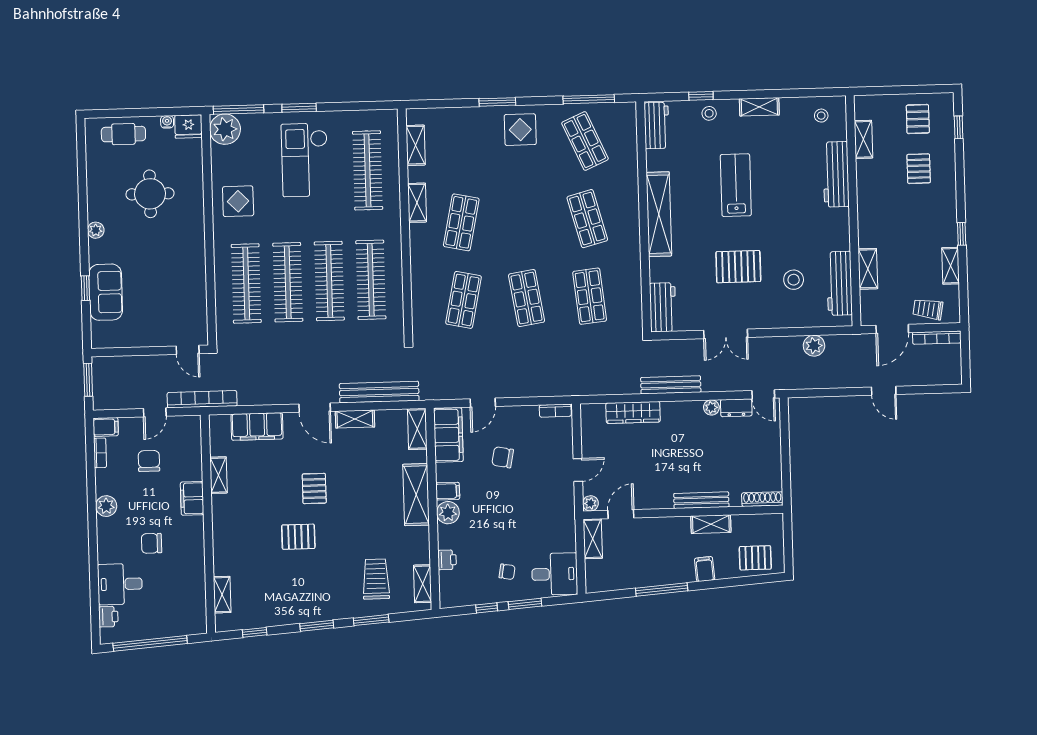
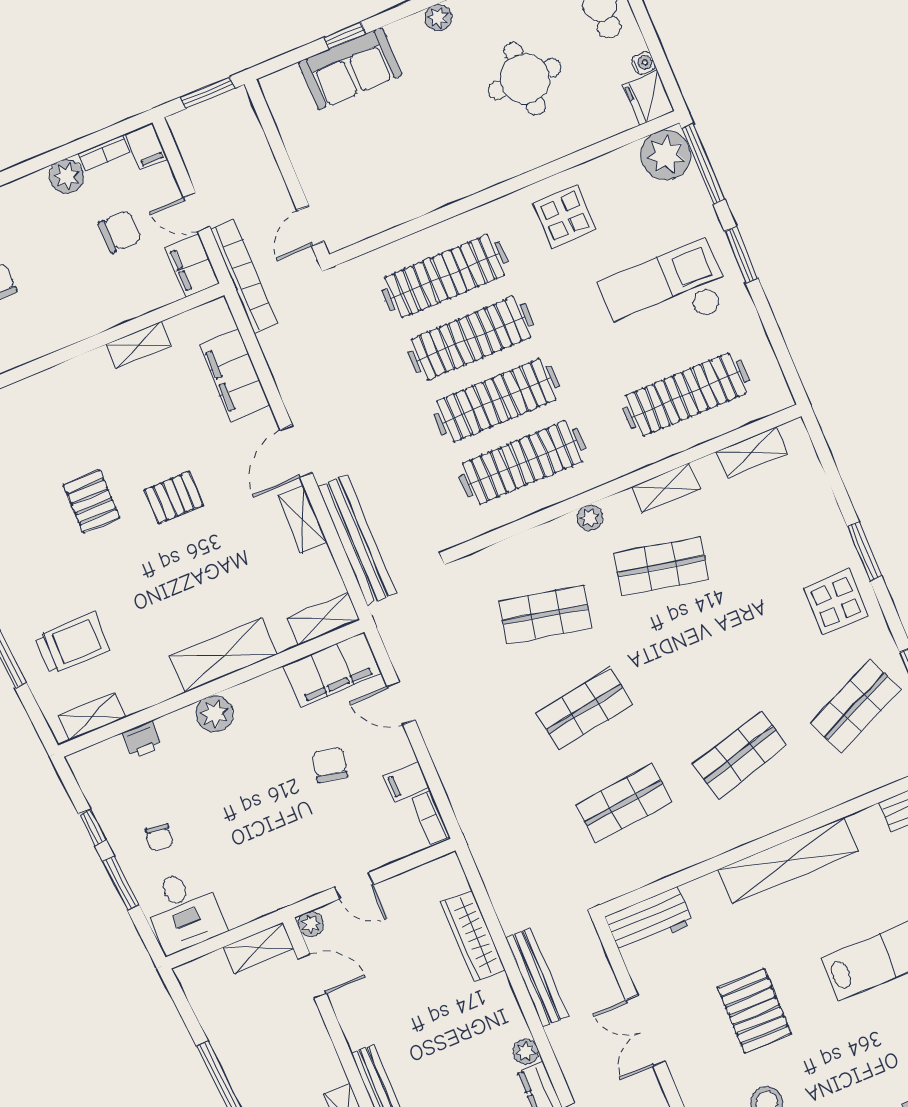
plant: (417, 253) -> (590, 518), added
filing cabinet: (448, 491) -> (407, 782), moved, turned 90
filing cabinet: (192, 498) -> (192, 265), moved, turned -90
plant: (106, 506) -> (67, 176), moved

